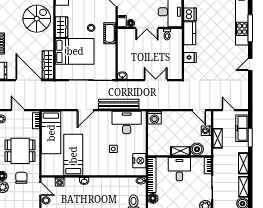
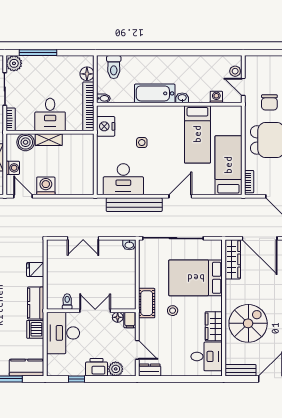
spiral stairs: (37, 19) -> (248, 323), turned 180
wardrobe: (61, 27) -> (214, 326), moved
washing machine: (155, 118) -> (46, 186), moved
bathtub: (104, 184) -> (155, 93), added

